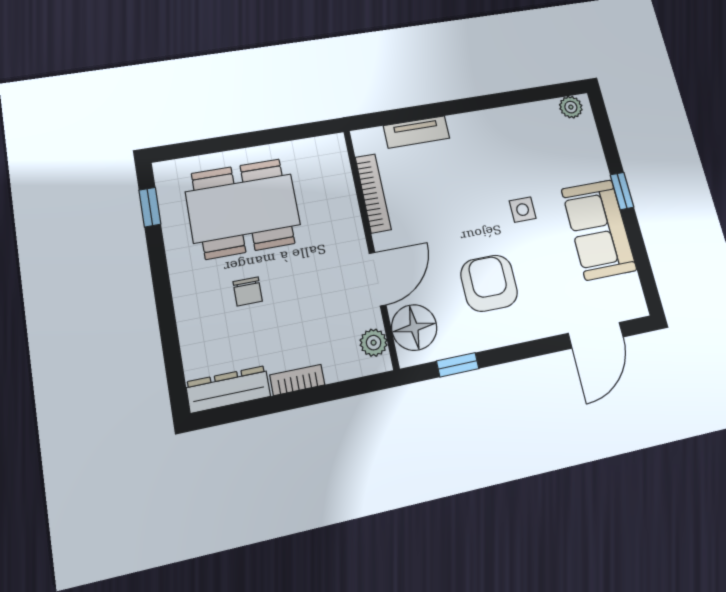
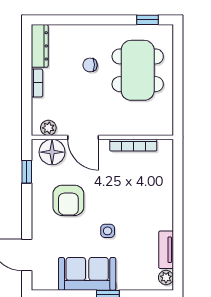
tv unit: (417, 132) -> (166, 250), moved
armchair: (489, 283) -> (68, 200), turned 90

